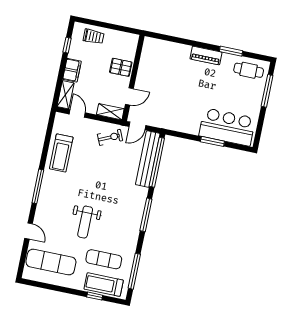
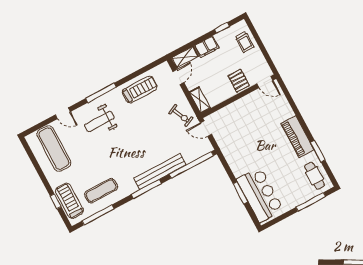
piano: (206, 55) -> (297, 137), width x1.37, depth x1.33
door: (129, 96) -> (265, 82), moved
treadmill: (61, 153) -> (140, 89), turned 180
bench: (148, 159) -> (160, 172), moved
weight bench: (85, 222) -> (99, 121), moved
door: (29, 231) -> (63, 113), hinge flipped
exercise mat: (104, 259) -> (101, 191), moved, turned 90

